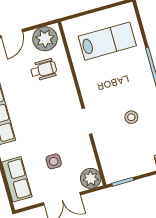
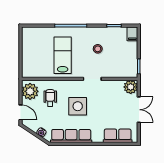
lab bench: (107, 41) -> (63, 55), moved
side table: (54, 161) -> (78, 106), moved, width x1.87, depth x1.87

